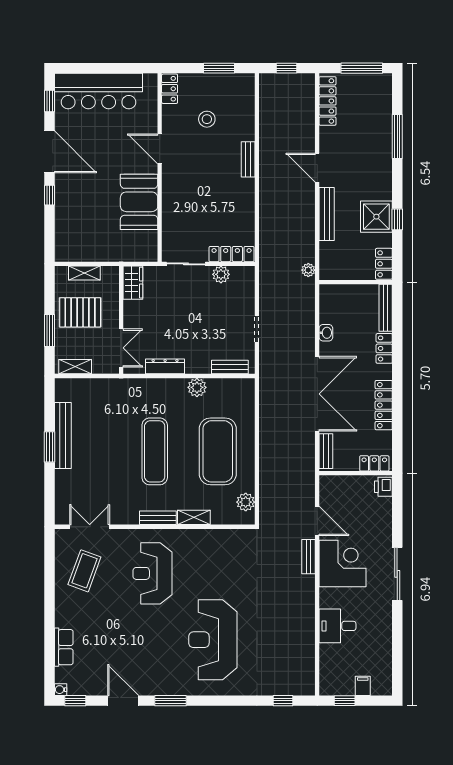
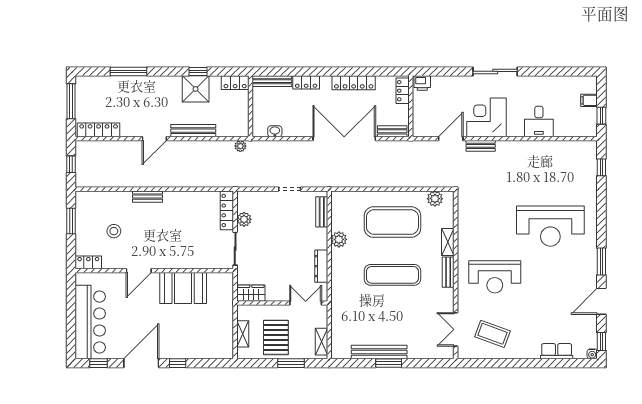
washbasin: (326, 333) -> (275, 131), moved

